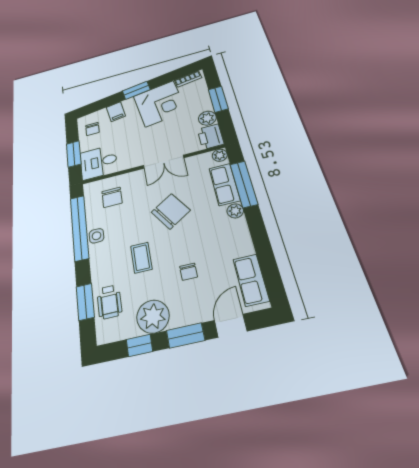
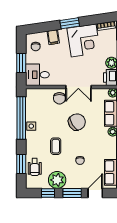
chair: (112, 197) -> (59, 98), moved

